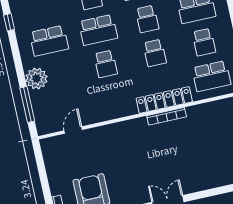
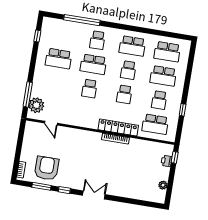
plant: (37, 79) -> (36, 105), moved
door: (73, 130) -> (51, 123), swing flipped

